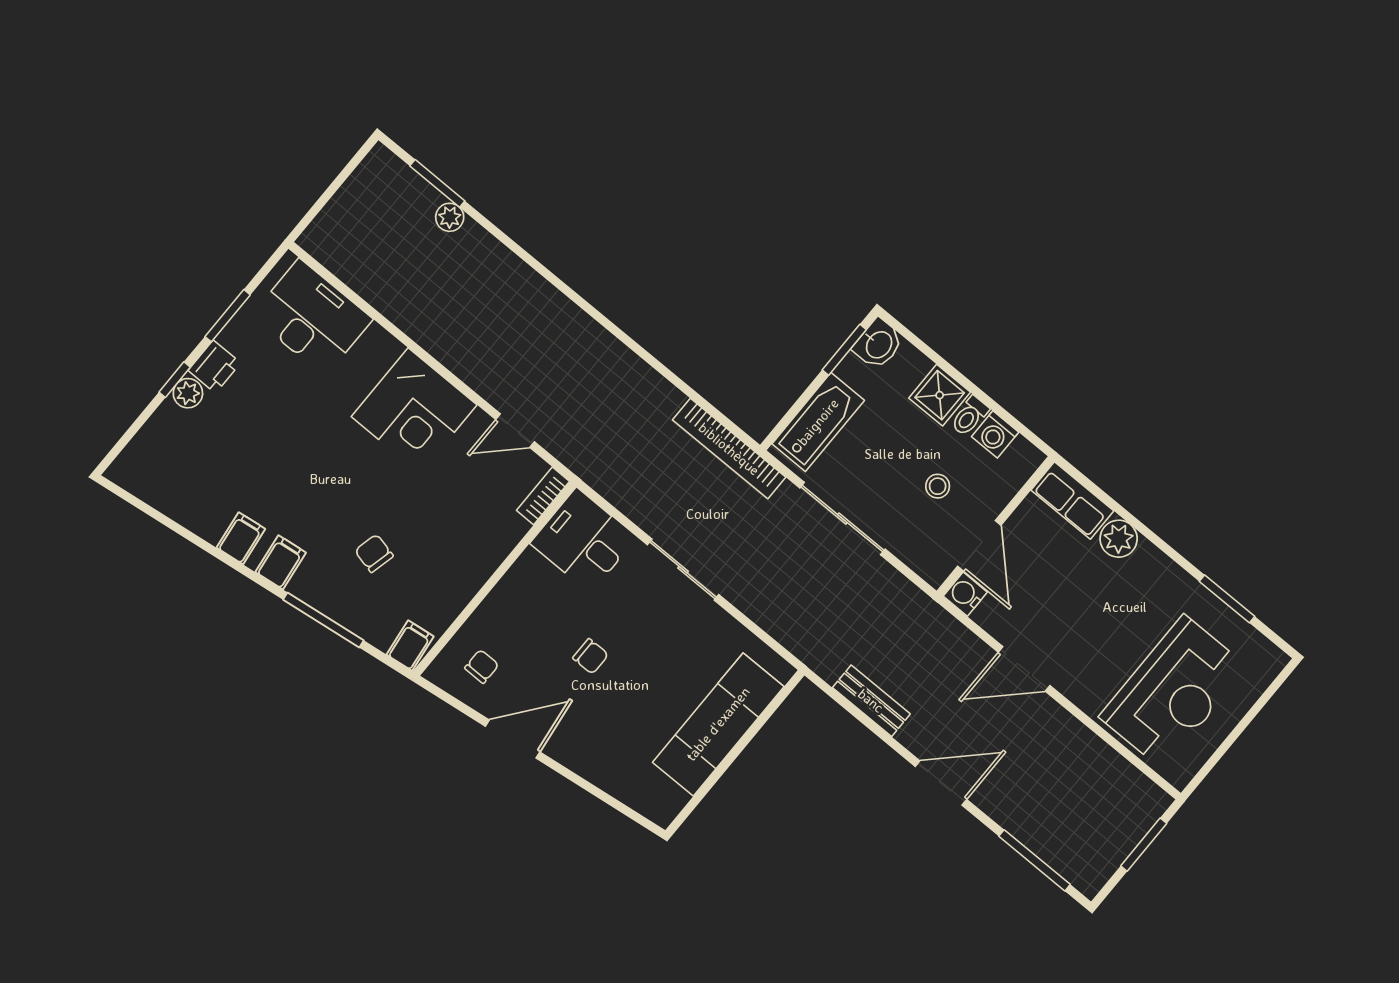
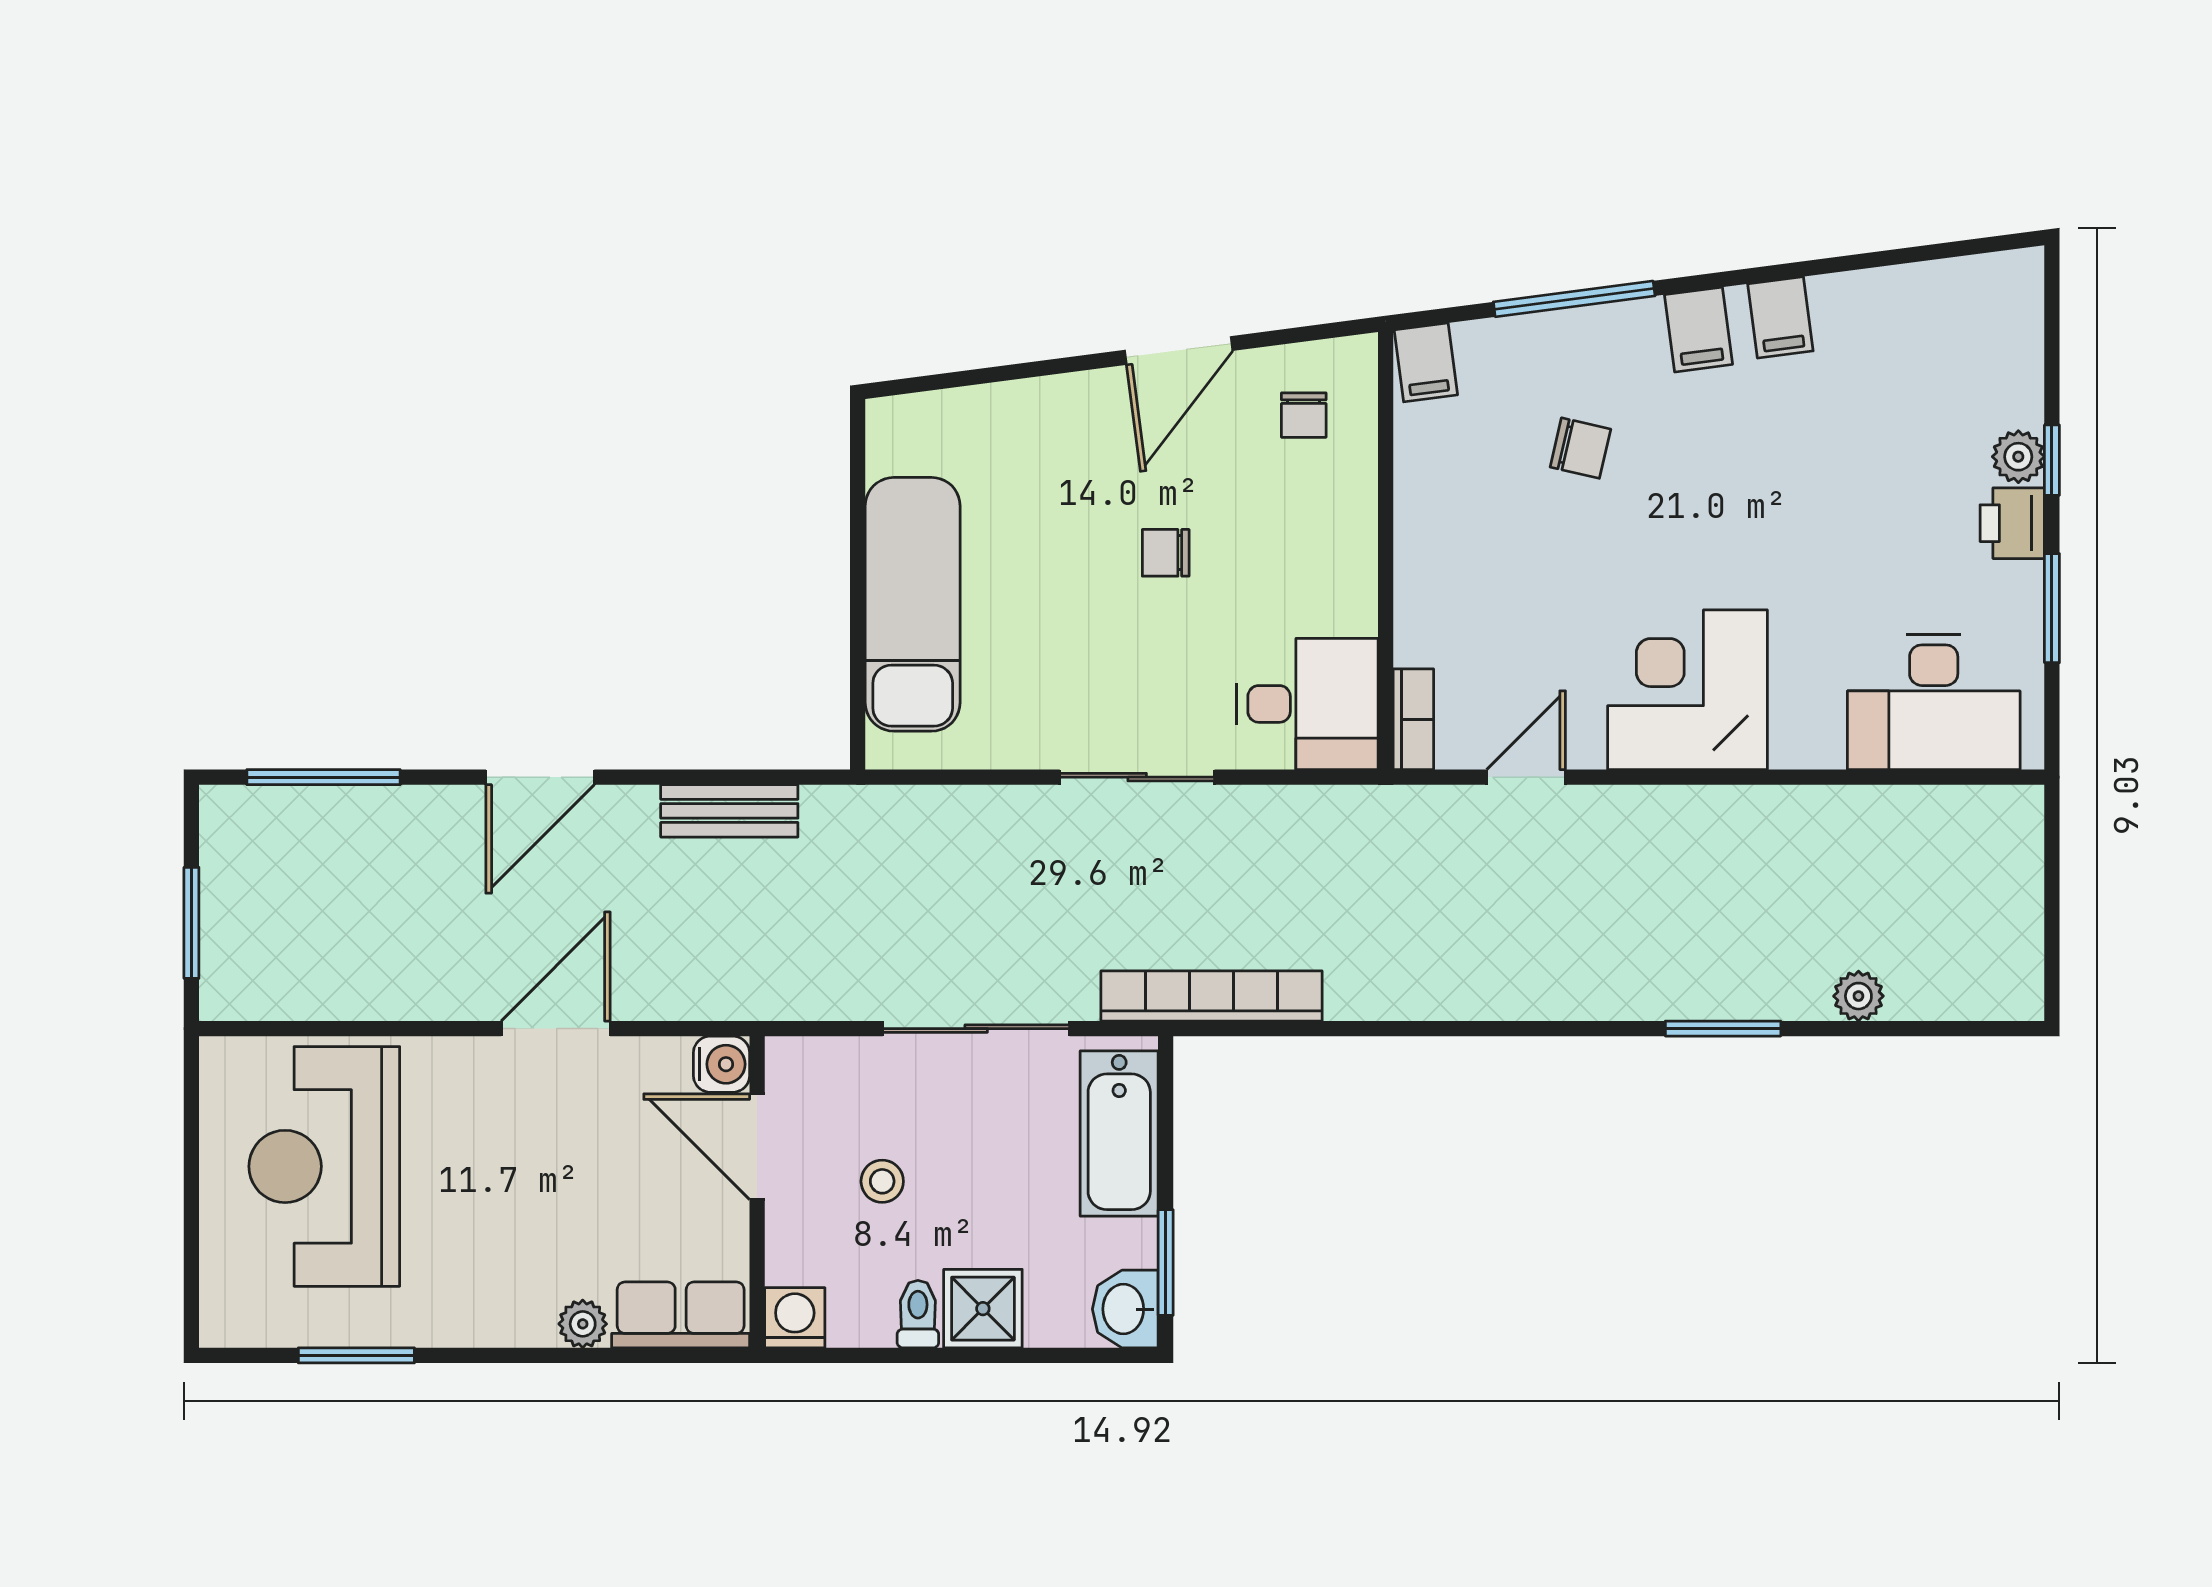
window: (437, 183) -> (1723, 1029), moved
washing machine: (995, 434) -> (795, 1318), moved
plant: (1119, 539) -> (583, 1324), width x0.73, depth x0.73

